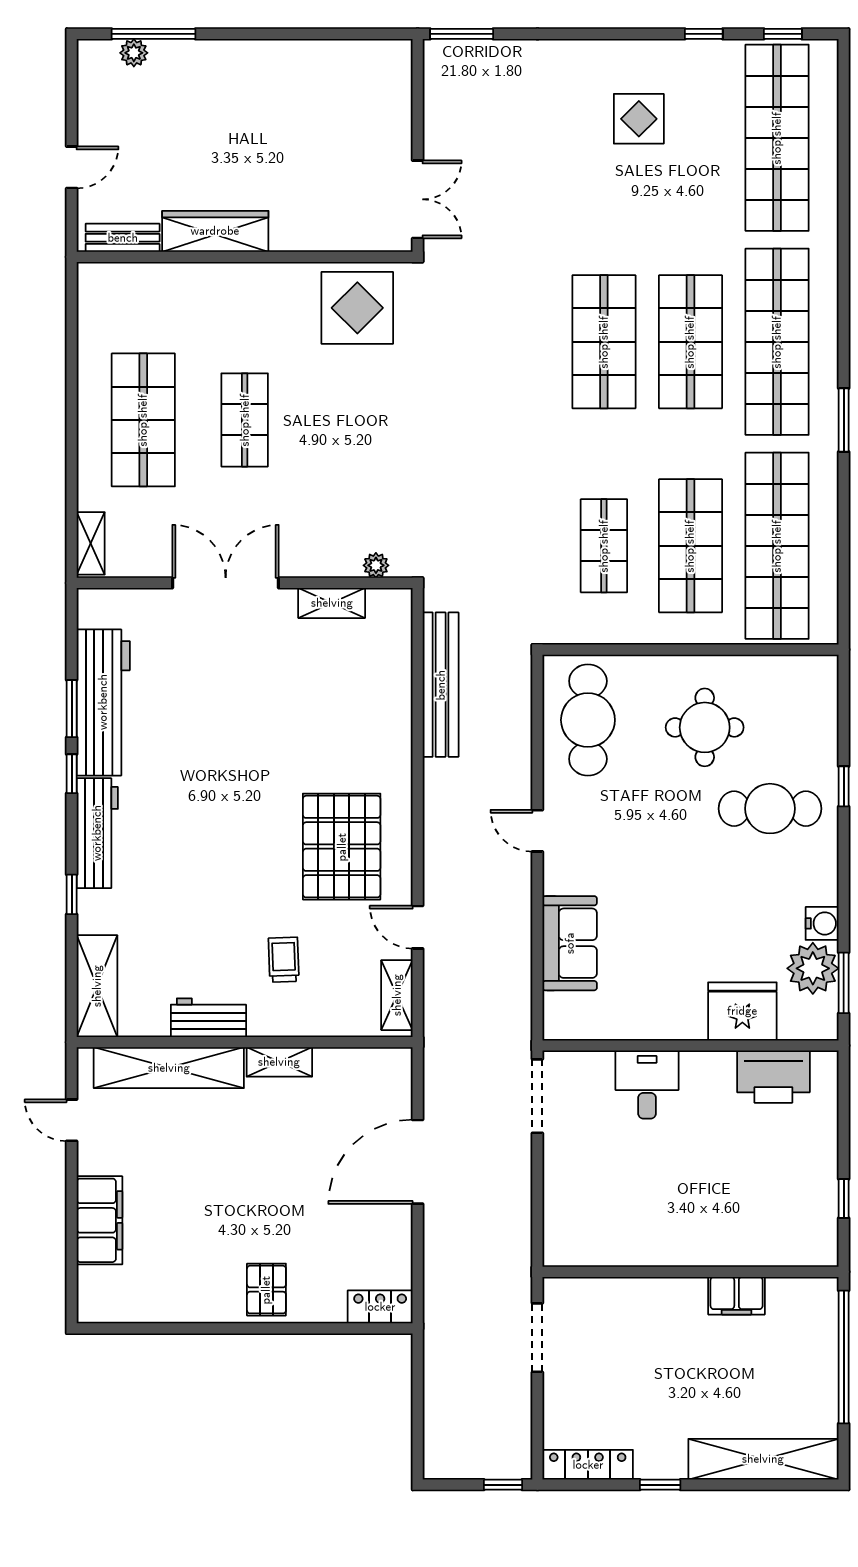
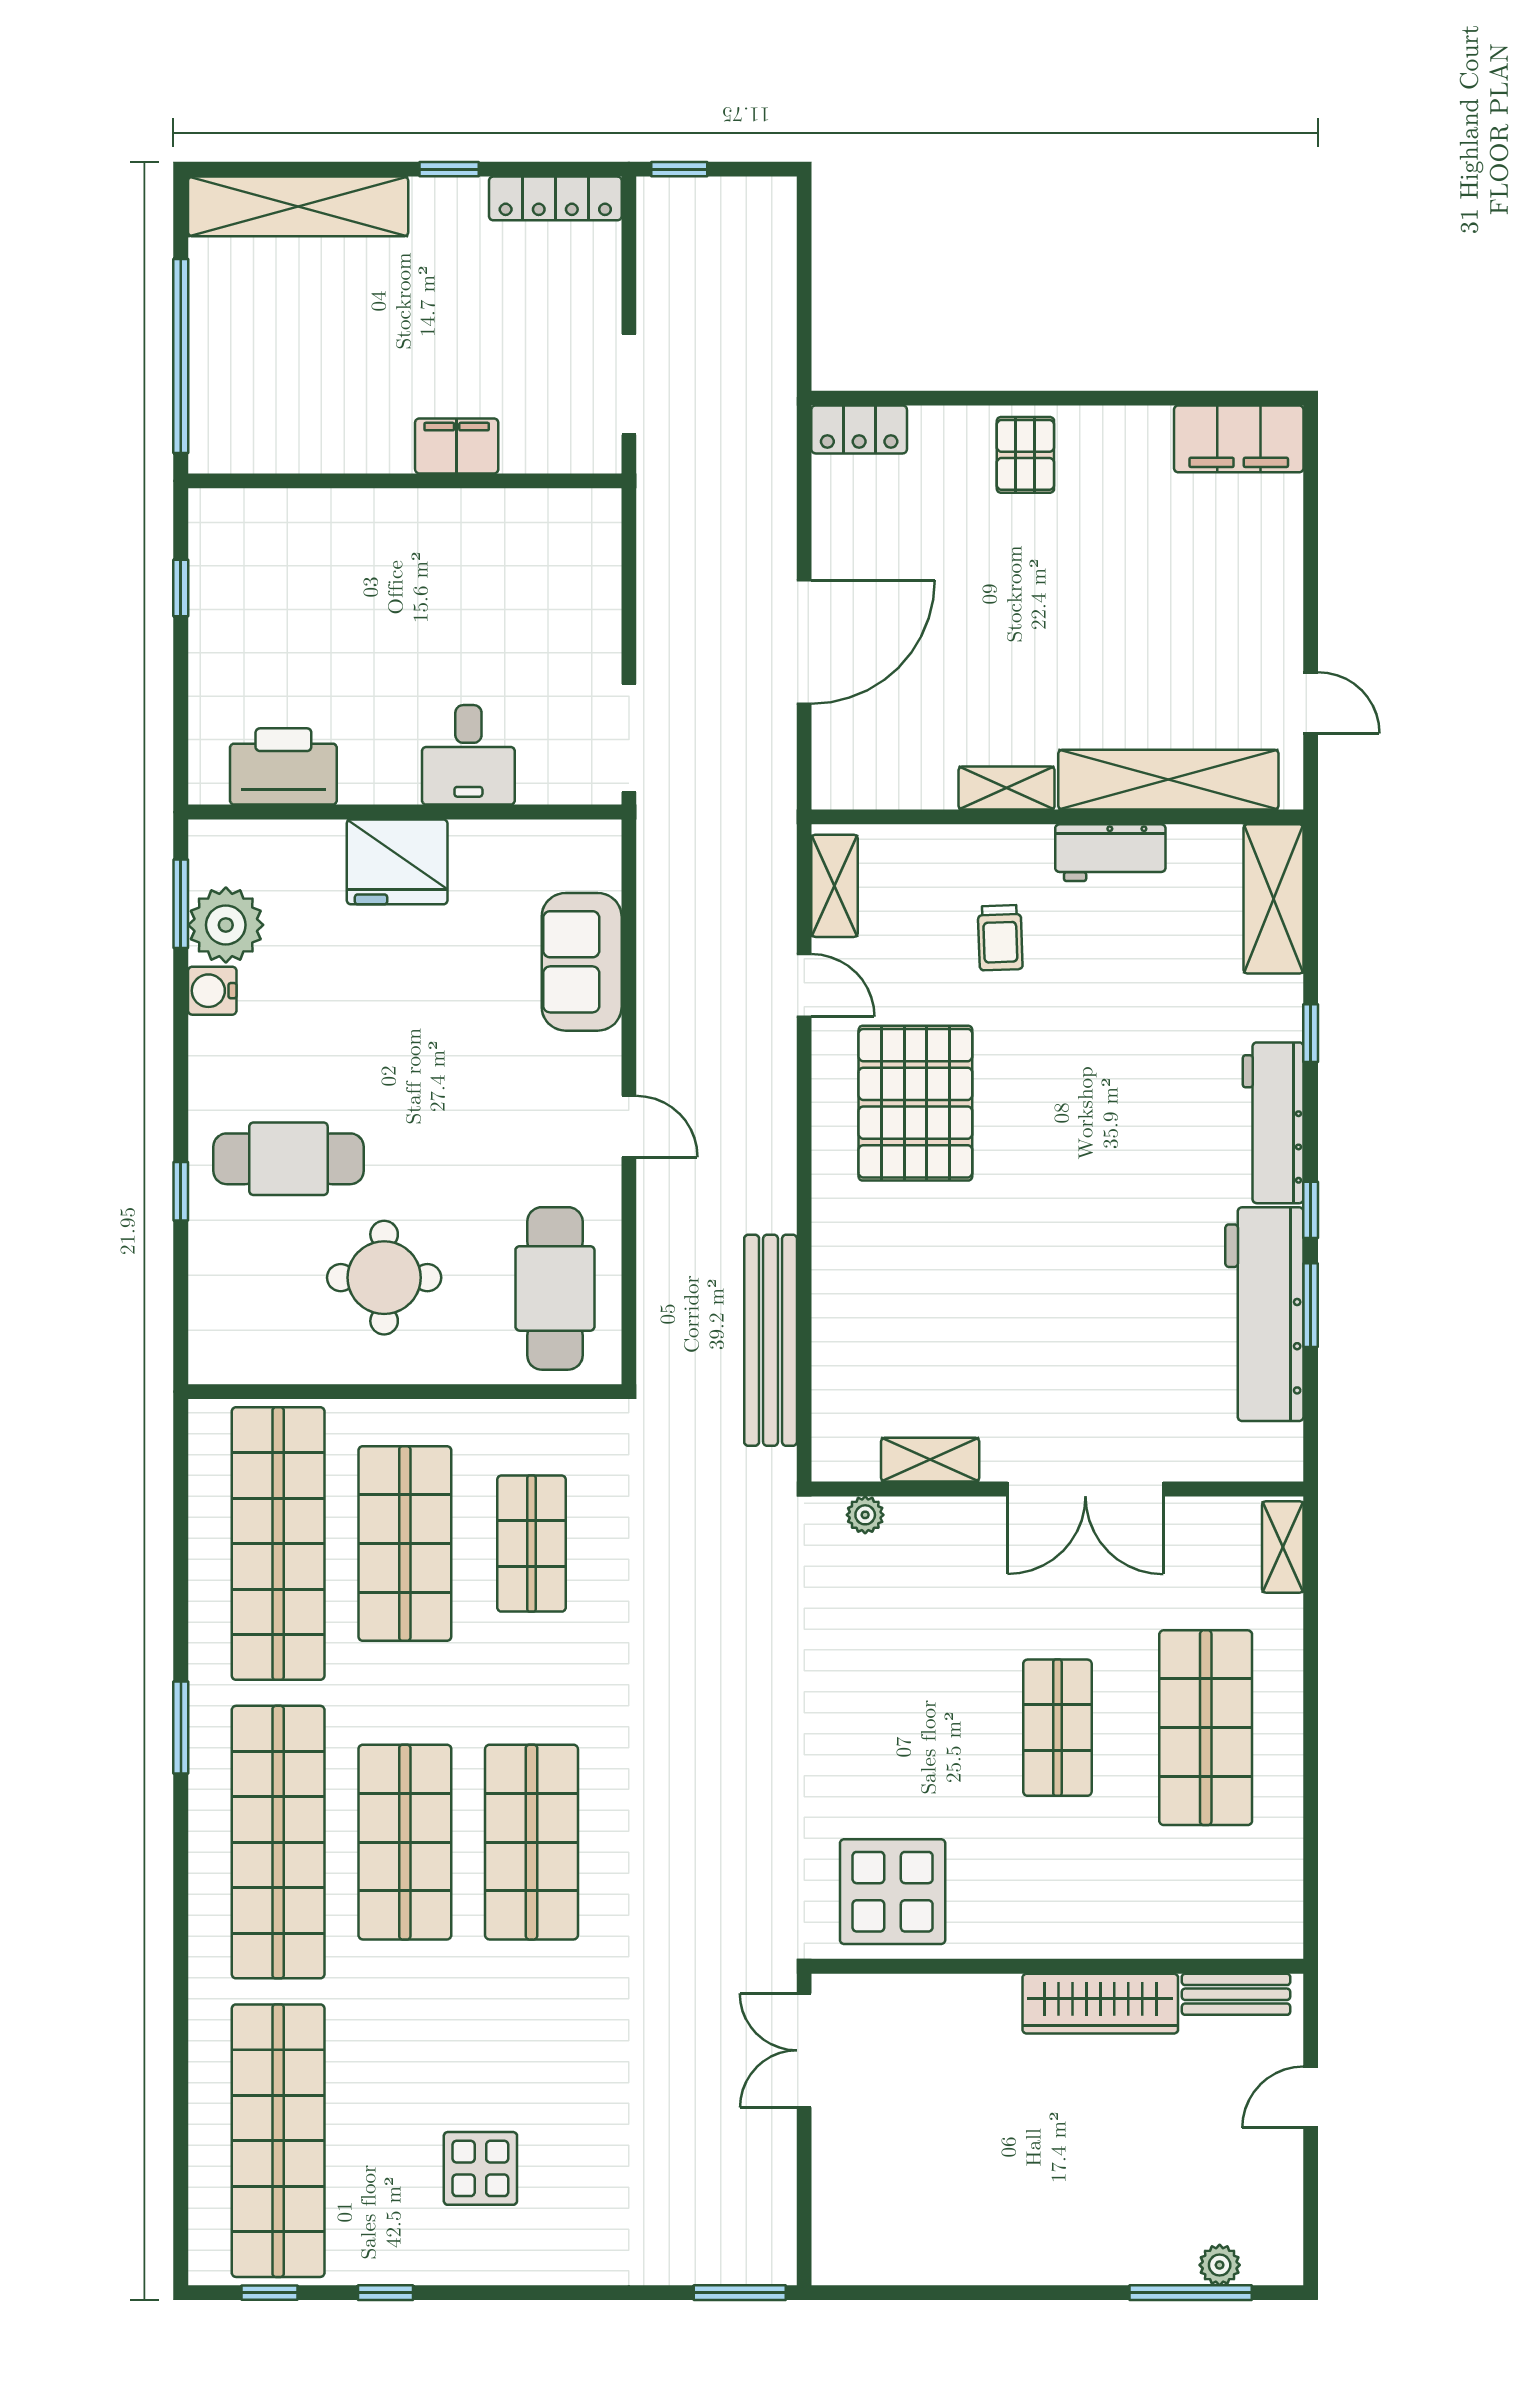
fridge: (742, 1011) -> (397, 862), moved
filing cabinet: (99, 1220) -> (1239, 439), moved, turned -90
filing cabinet: (737, 1296) -> (457, 446), moved

